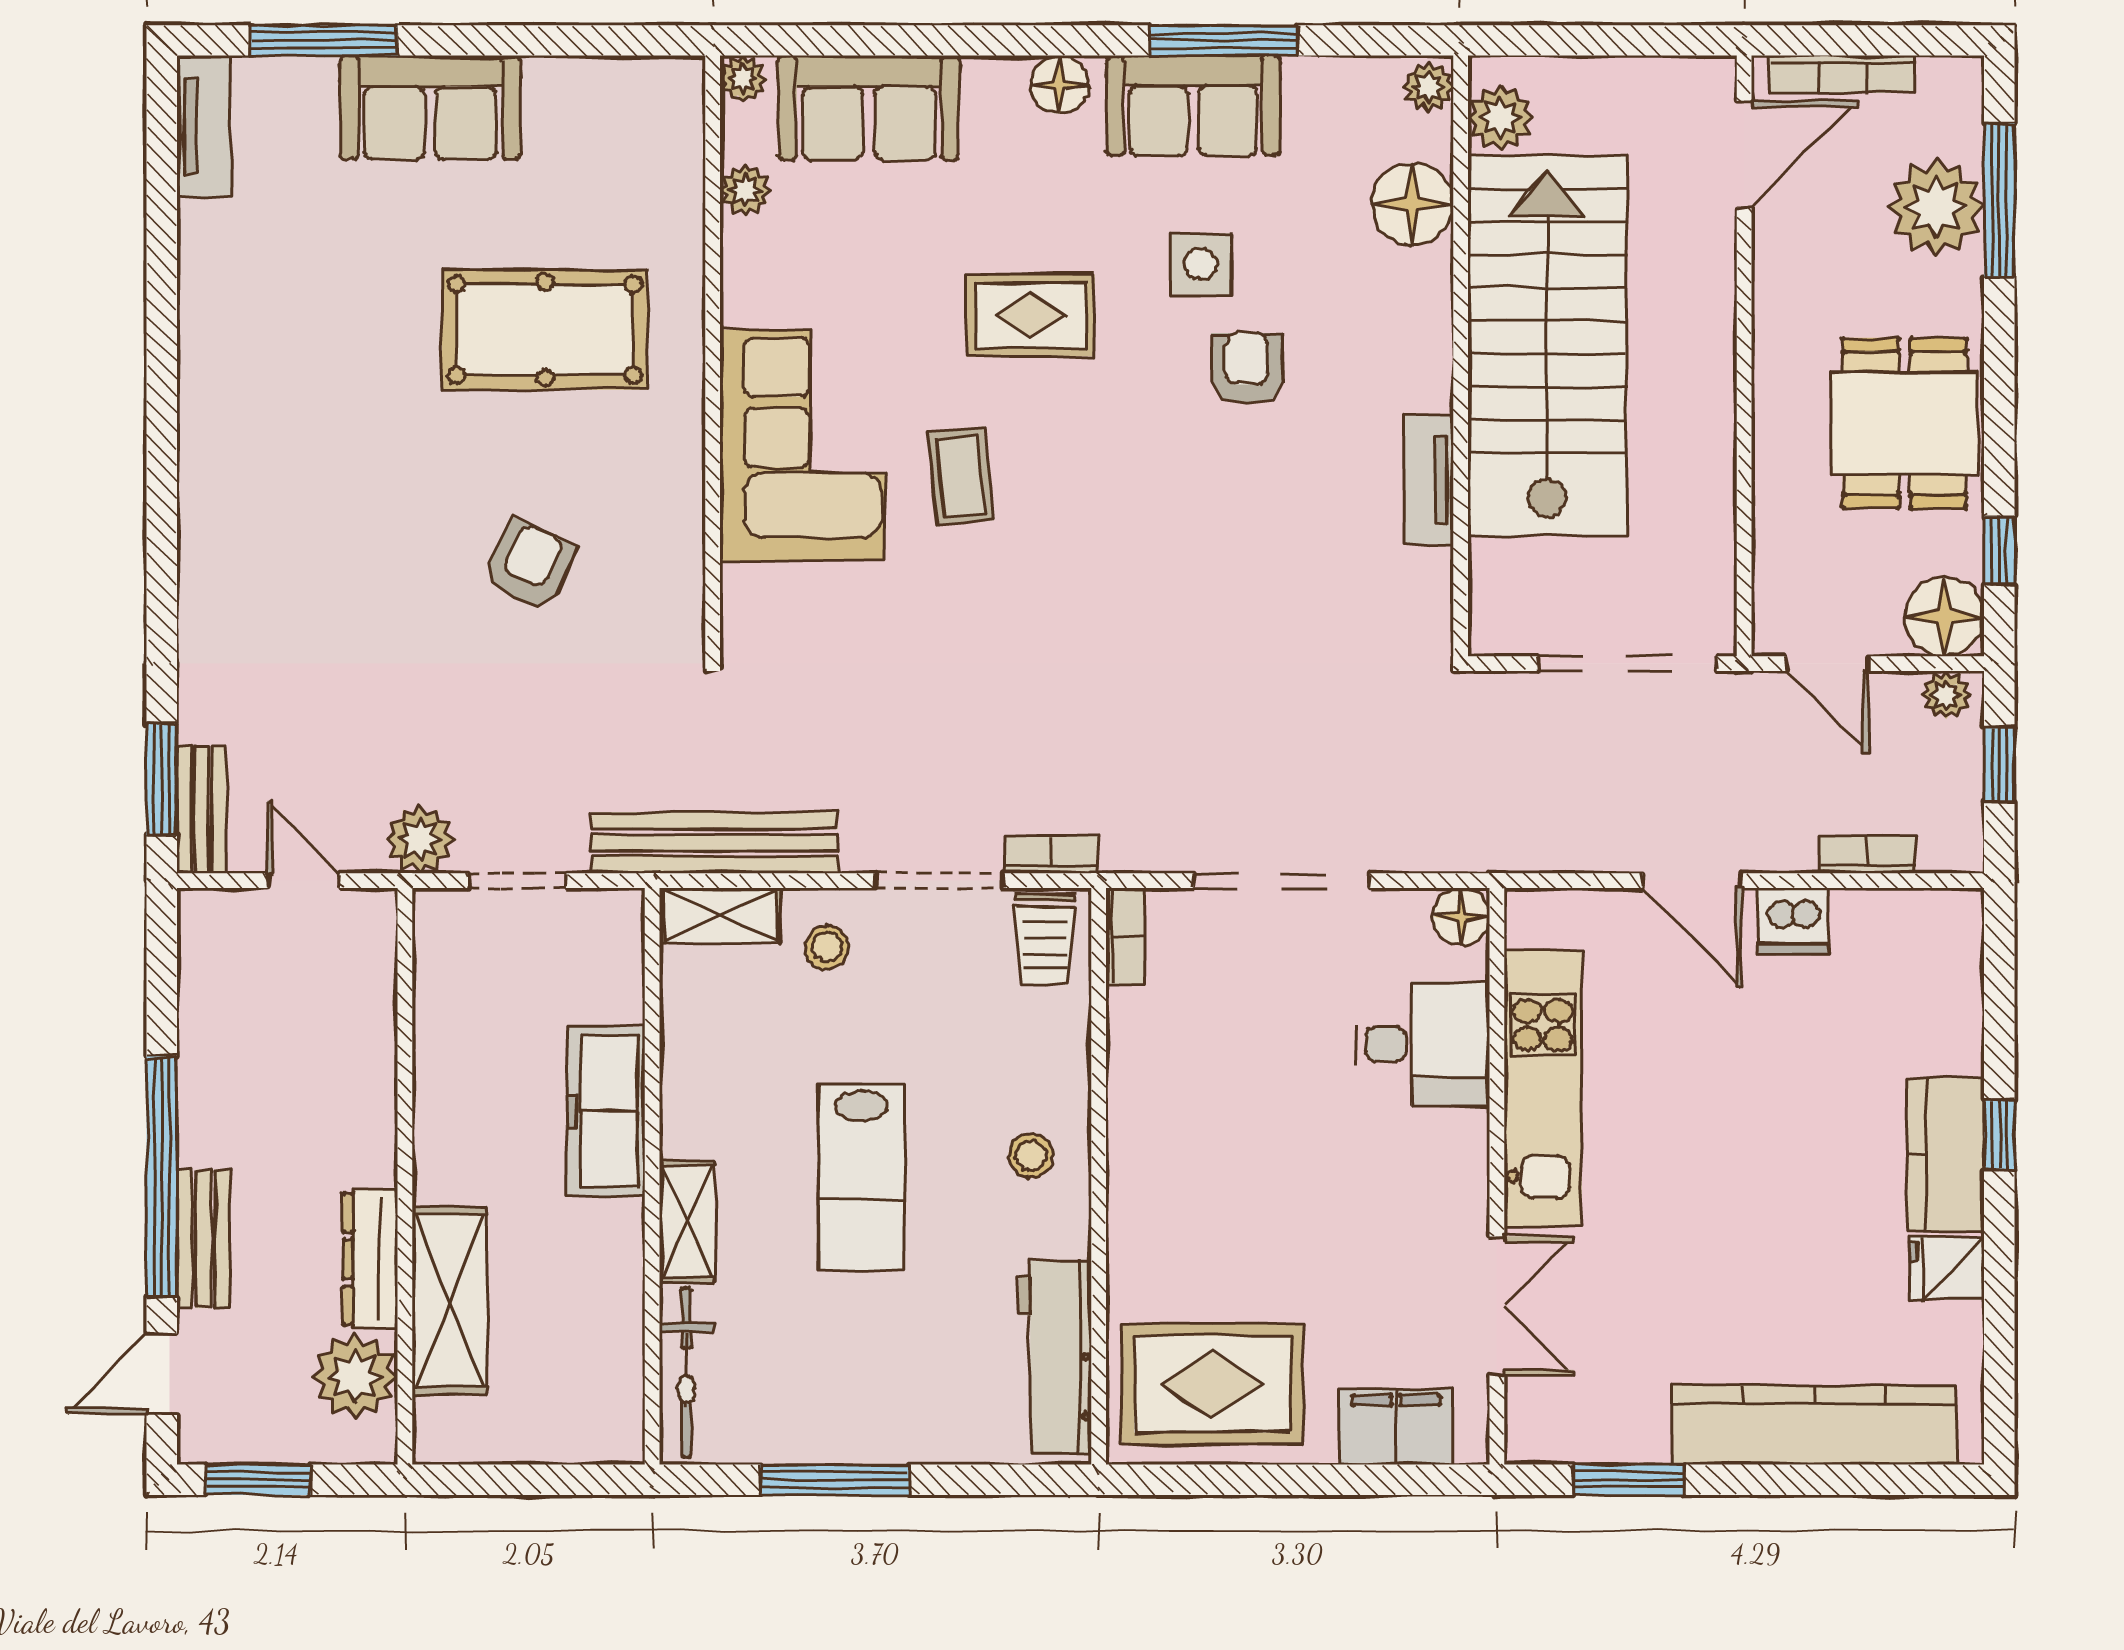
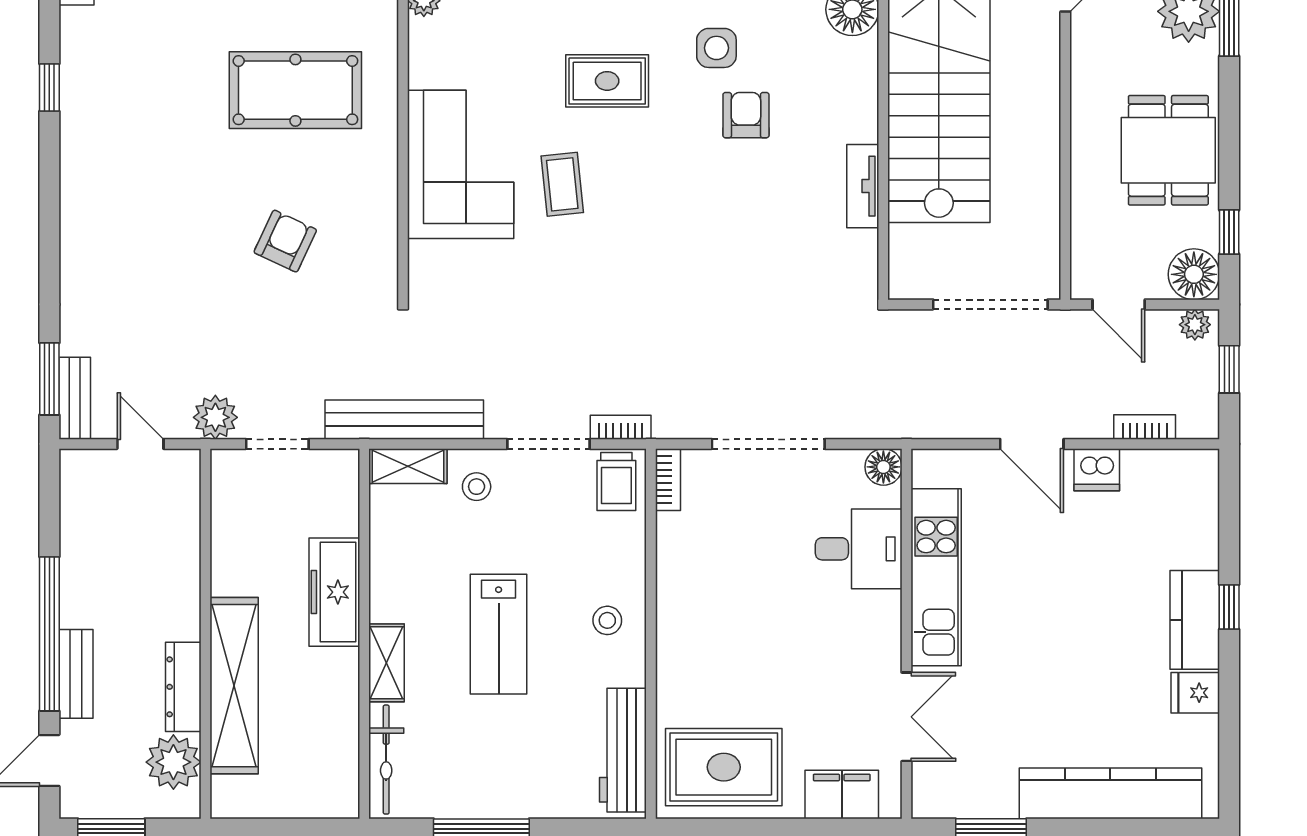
window: (162, 326) -> (49, 87), added
shelving: (450, 1301) -> (234, 686), width x1.47

